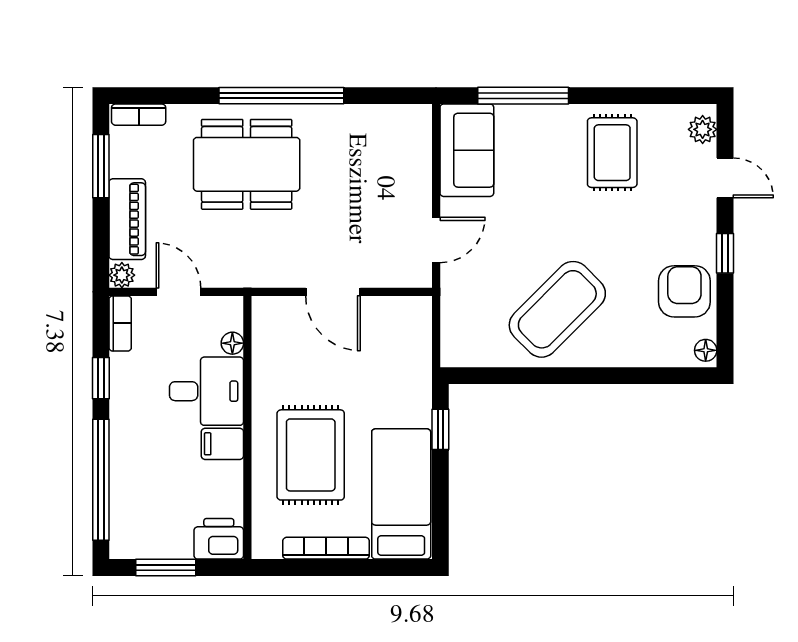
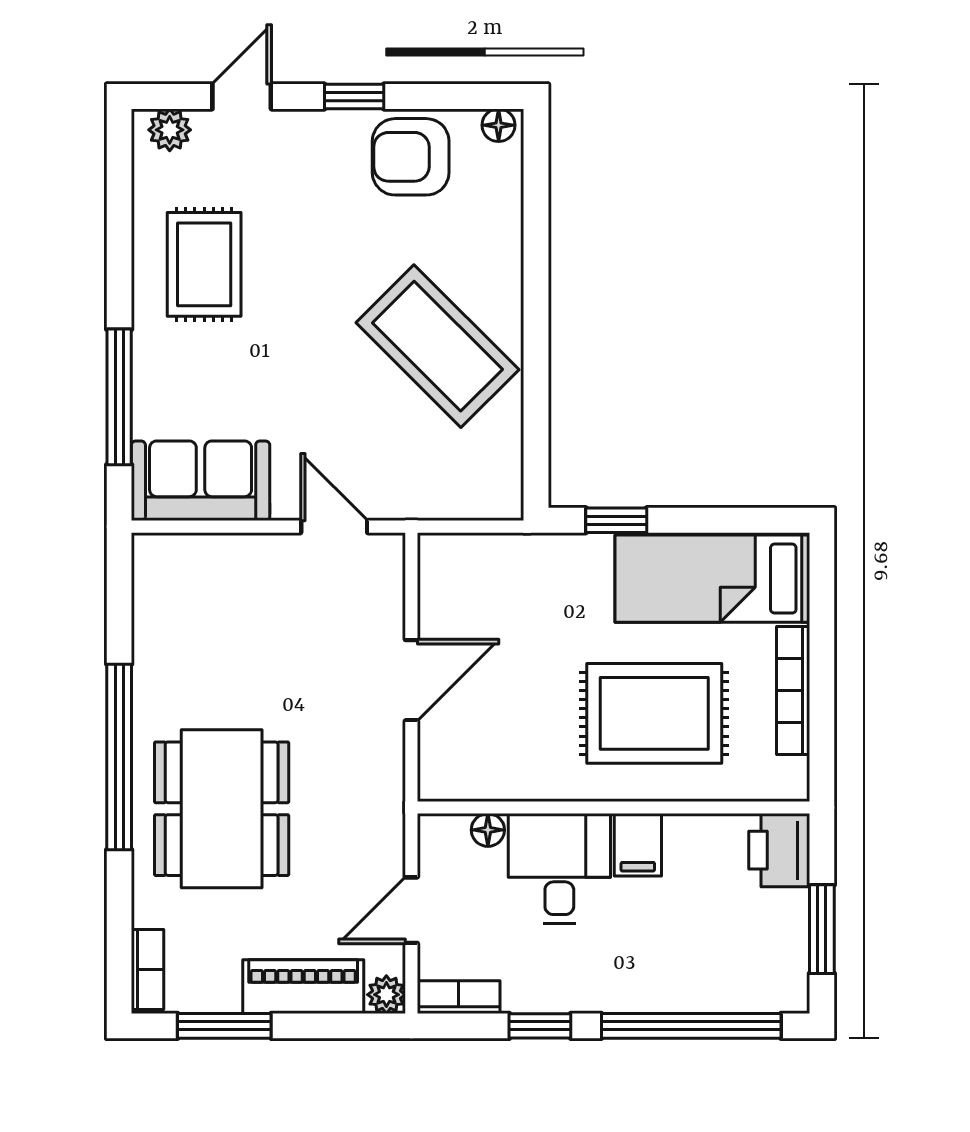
rug: (612, 153) -> (204, 264), turned 90

